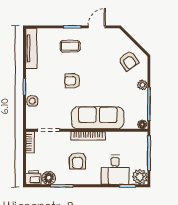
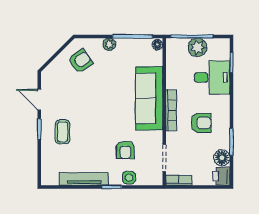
tv unit: (31, 48) -> (84, 179), moved
armchair: (72, 81) -> (125, 150), moved
plant: (140, 177) -> (197, 47), moved

